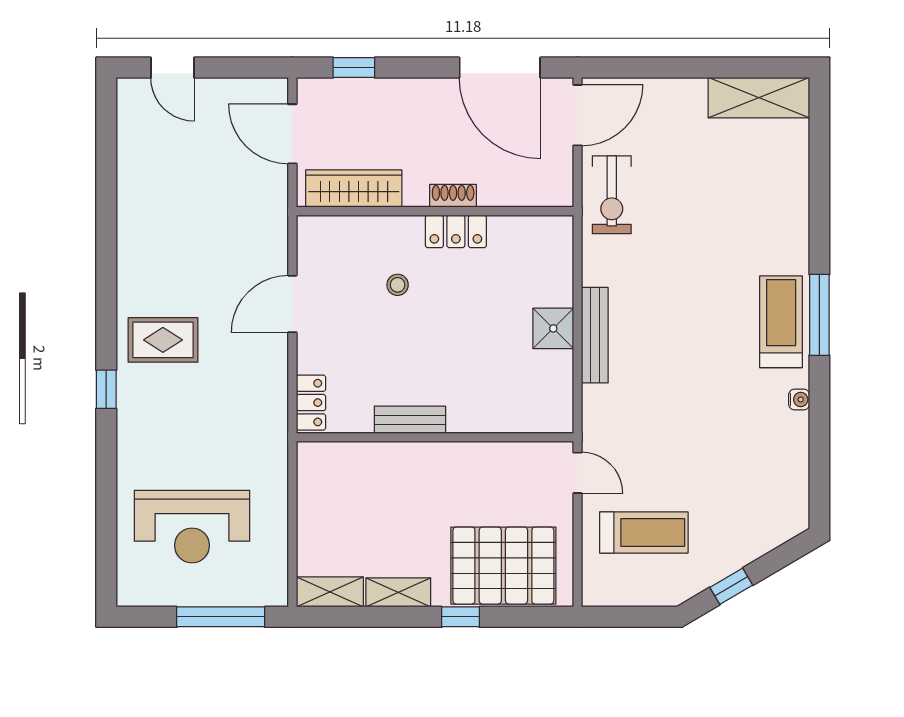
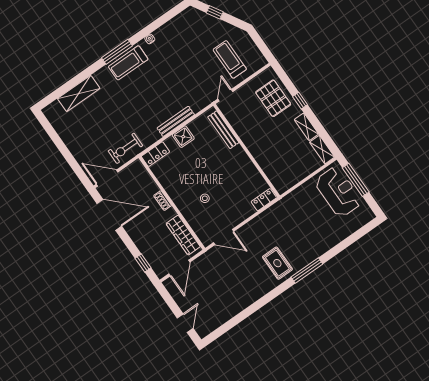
door: (500, 68) -> (109, 215), hinge flipped
shelving: (759, 98) -> (79, 94), moved, turned 90
exercise bike: (612, 195) -> (125, 148), turned 180
locker: (456, 231) -> (155, 154), moved, turned 90
door: (292, 304) -> (224, 237), moved
window: (106, 389) -> (307, 270), width x2.17
bench: (410, 420) -> (223, 130), moved, width x1.36
reception desk: (192, 527) -> (338, 192), moved
pallet: (503, 566) -> (273, 98), width x0.73, depth x0.71
window: (731, 586) -> (215, 12), moved

